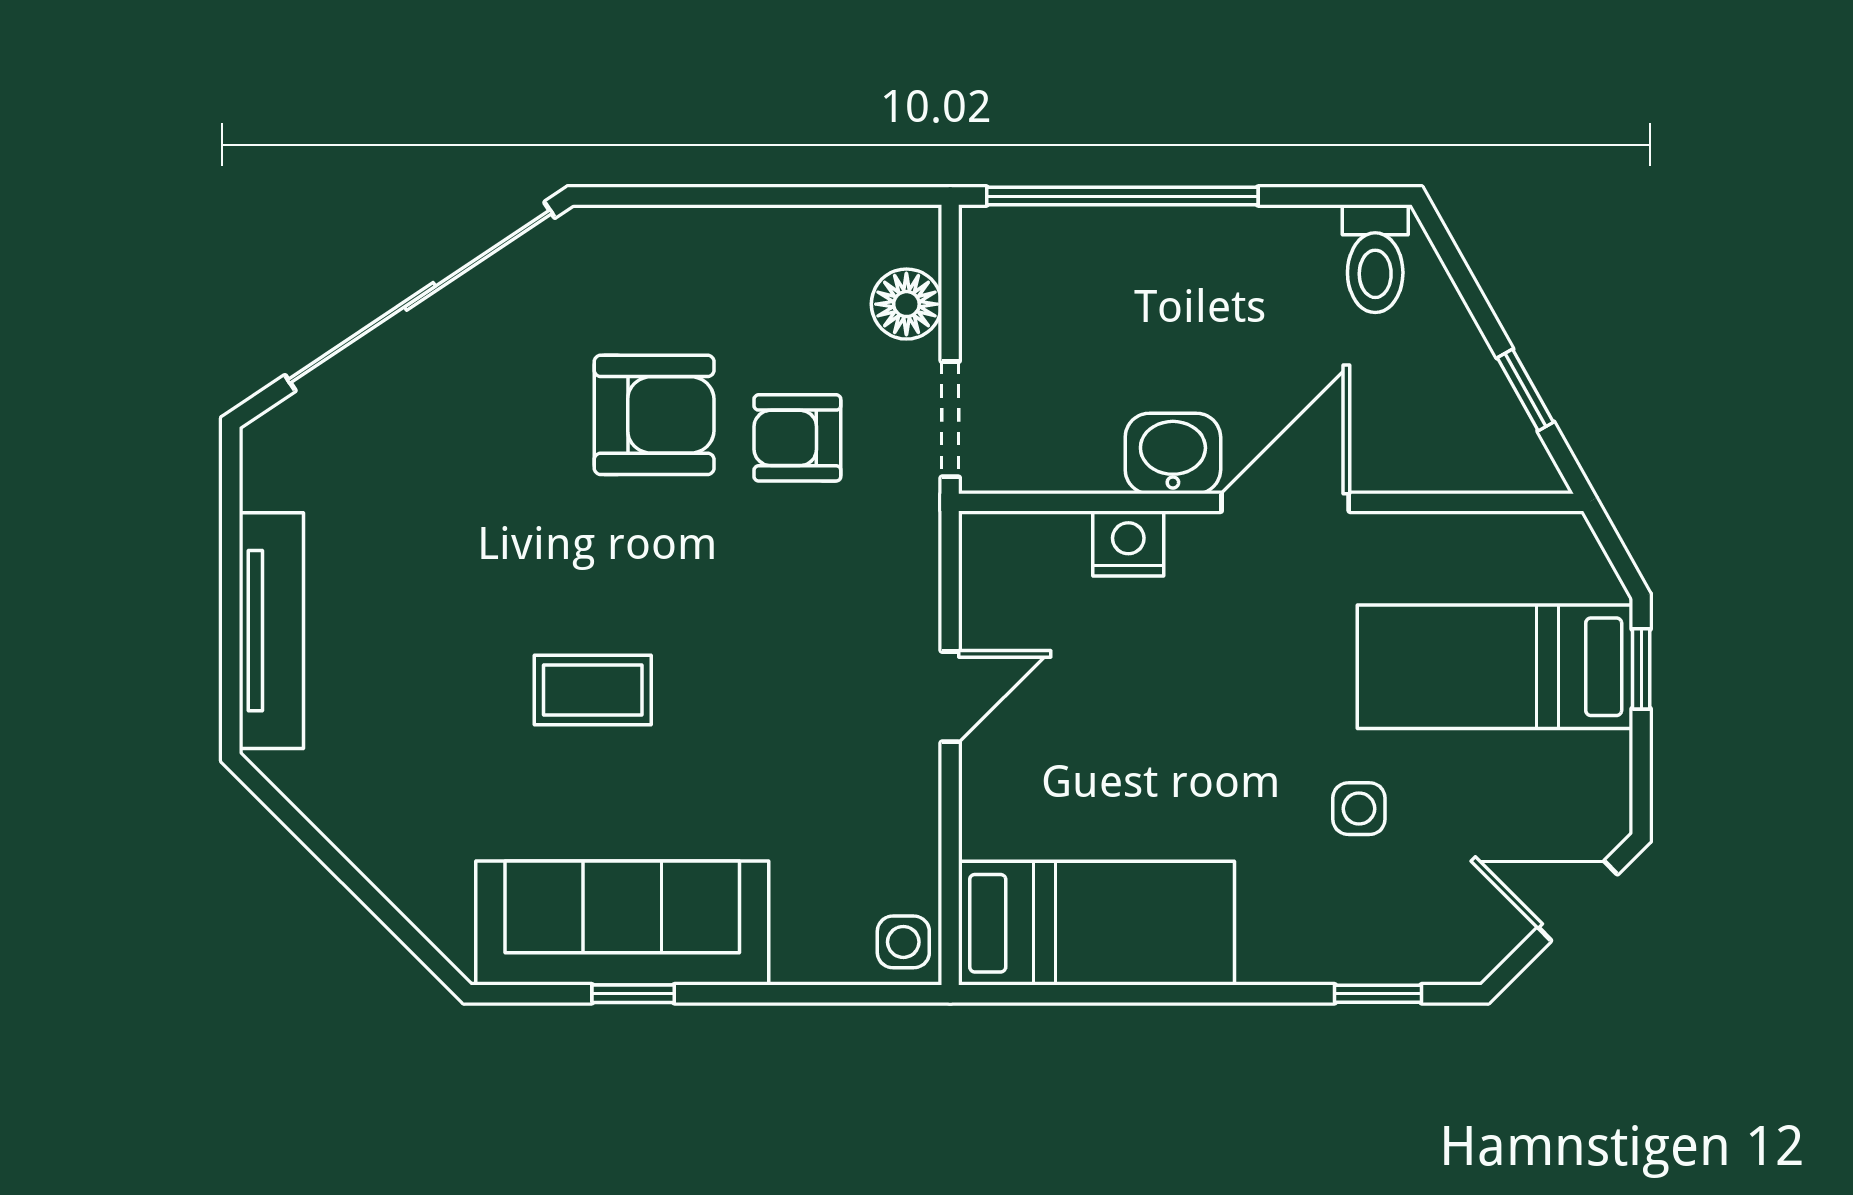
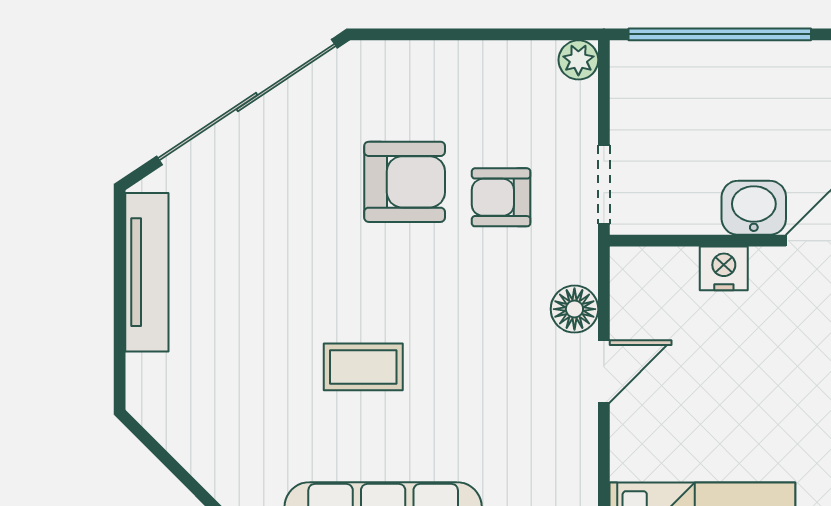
plant: (912, 234) -> (578, 60), added
floor lamp: (906, 304) -> (574, 309), moved
tv unit: (271, 631) -> (147, 272), moved

